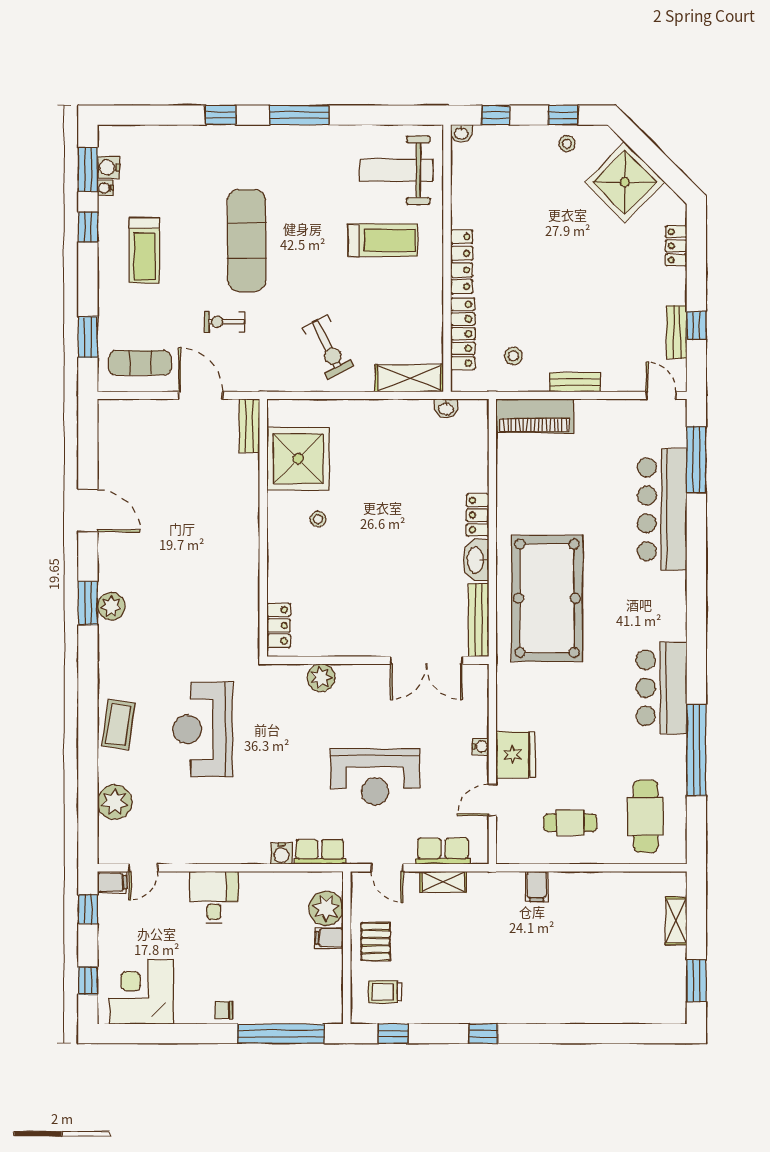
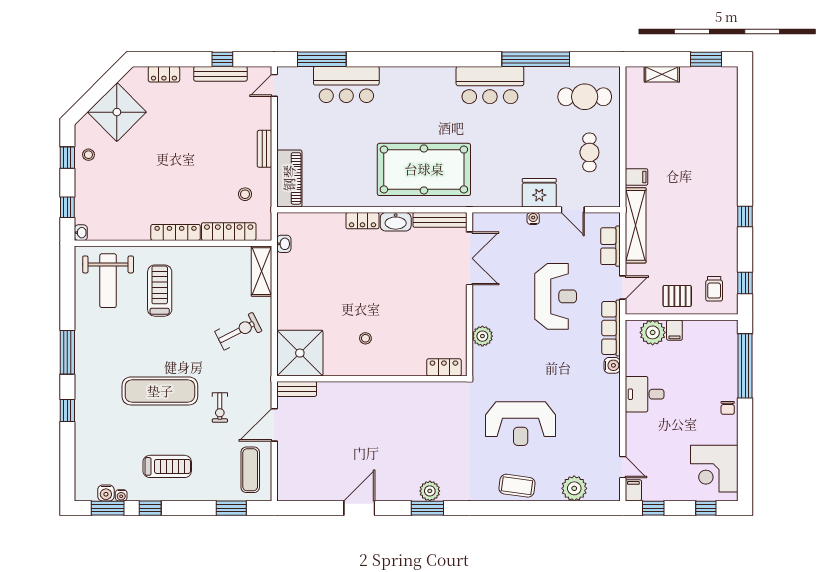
bench: (677, 332) -> (220, 74), width x1.36
shower: (298, 459) -> (300, 353), moved
bar counter: (662, 509) -> (346, 85), width x0.73
row of seats: (320, 852) -> (611, 328), width x1.48
shelving: (443, 882) -> (636, 225), width x2.20, depth x1.33
desk: (214, 898) -> (645, 394), moved

